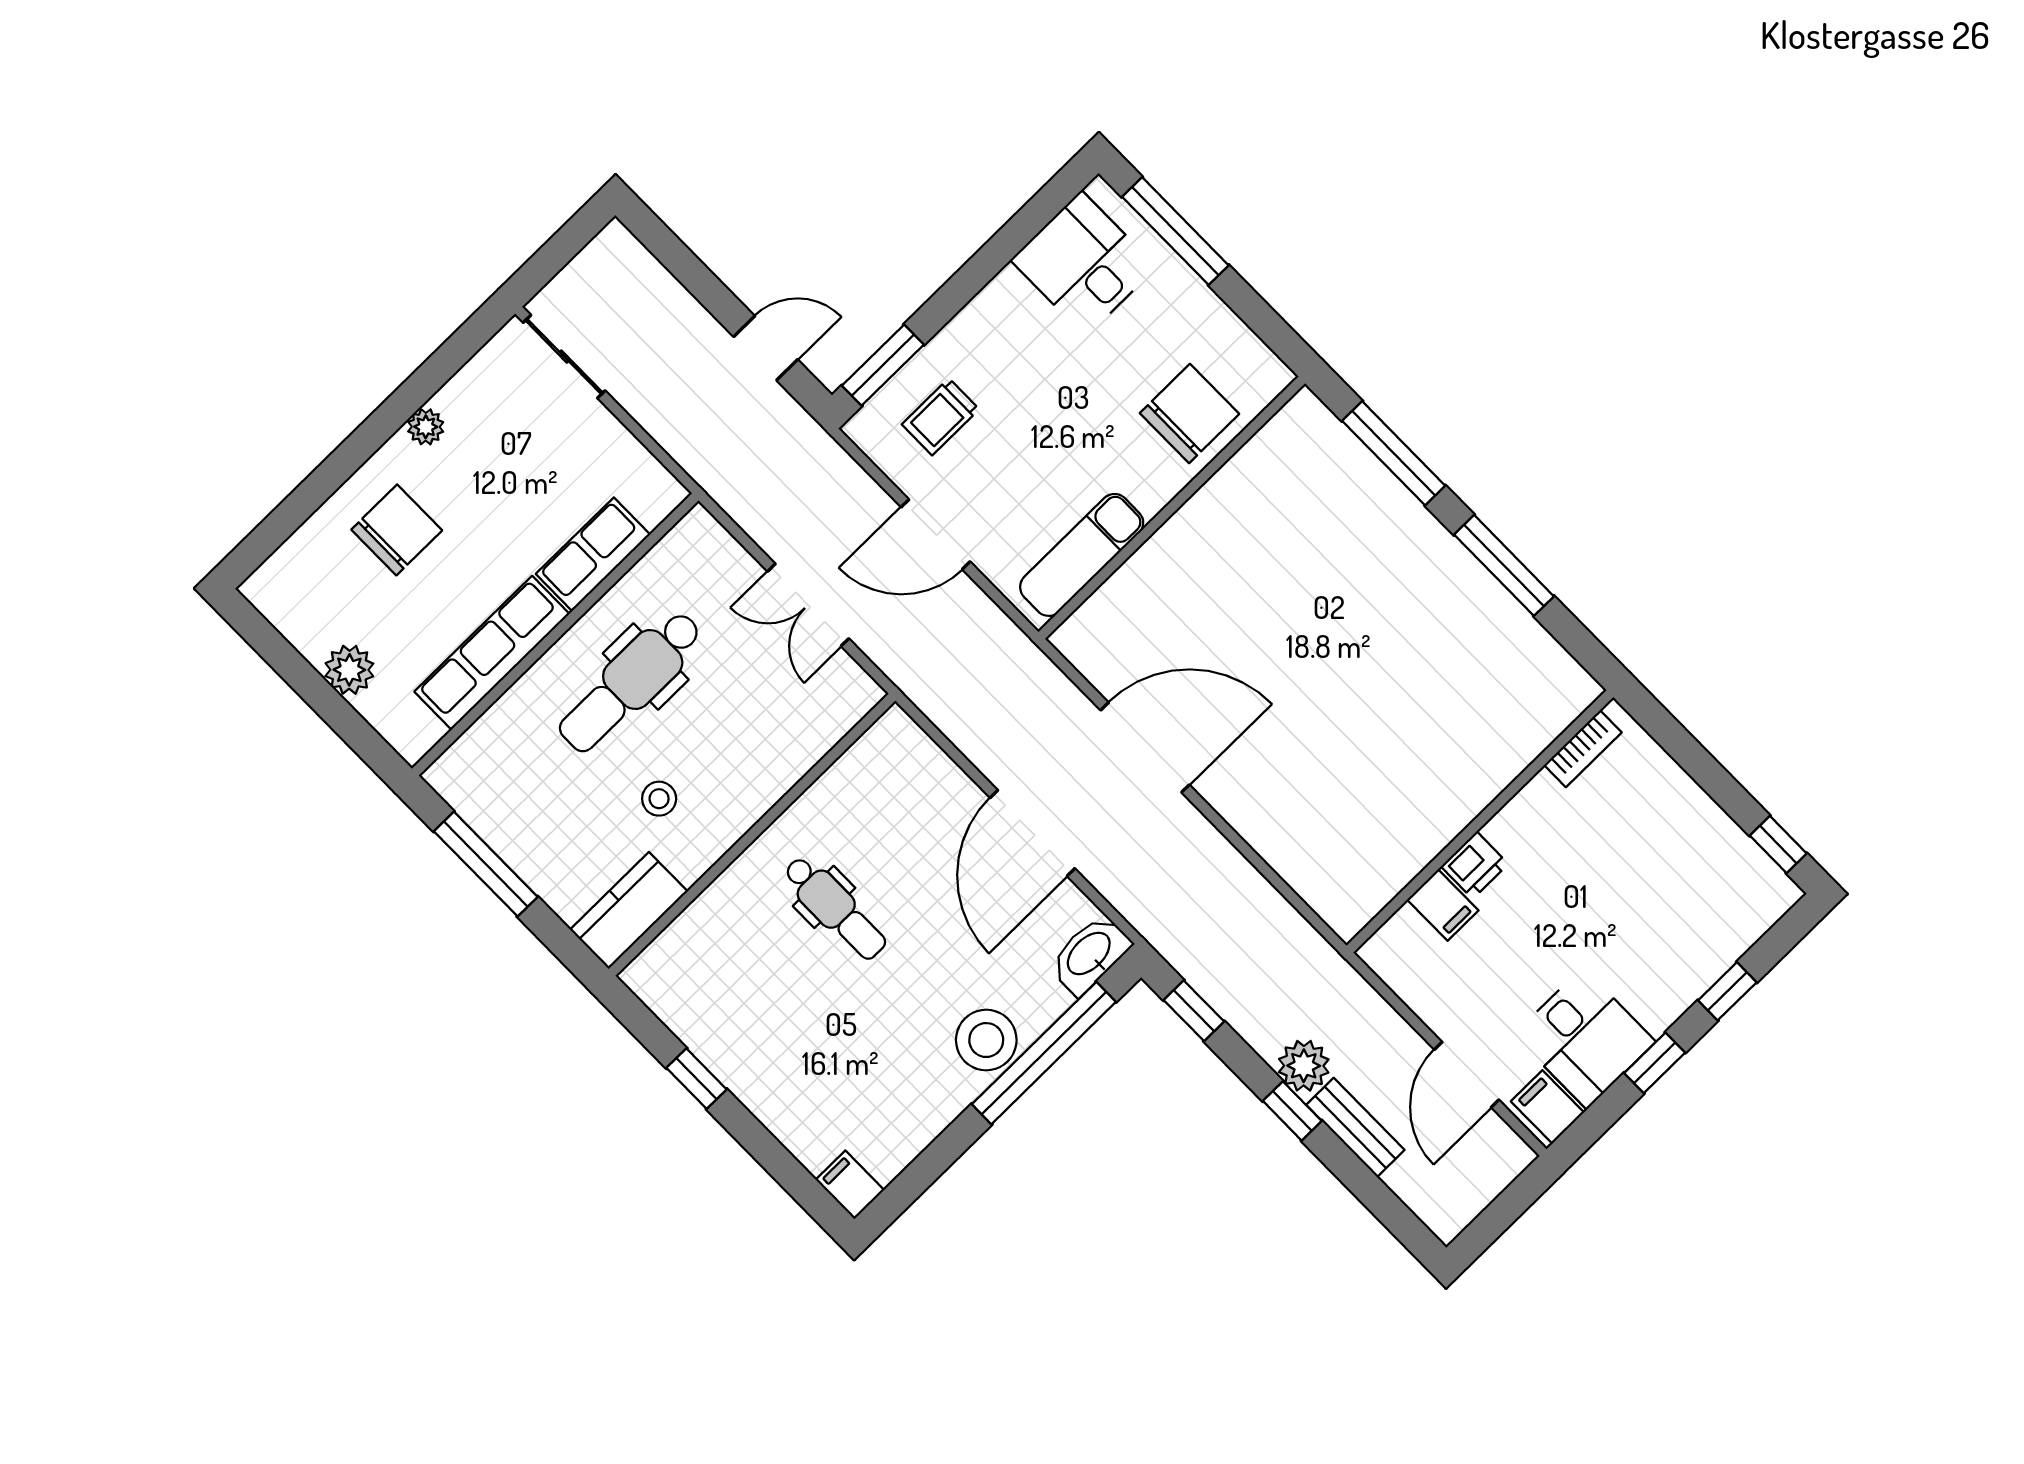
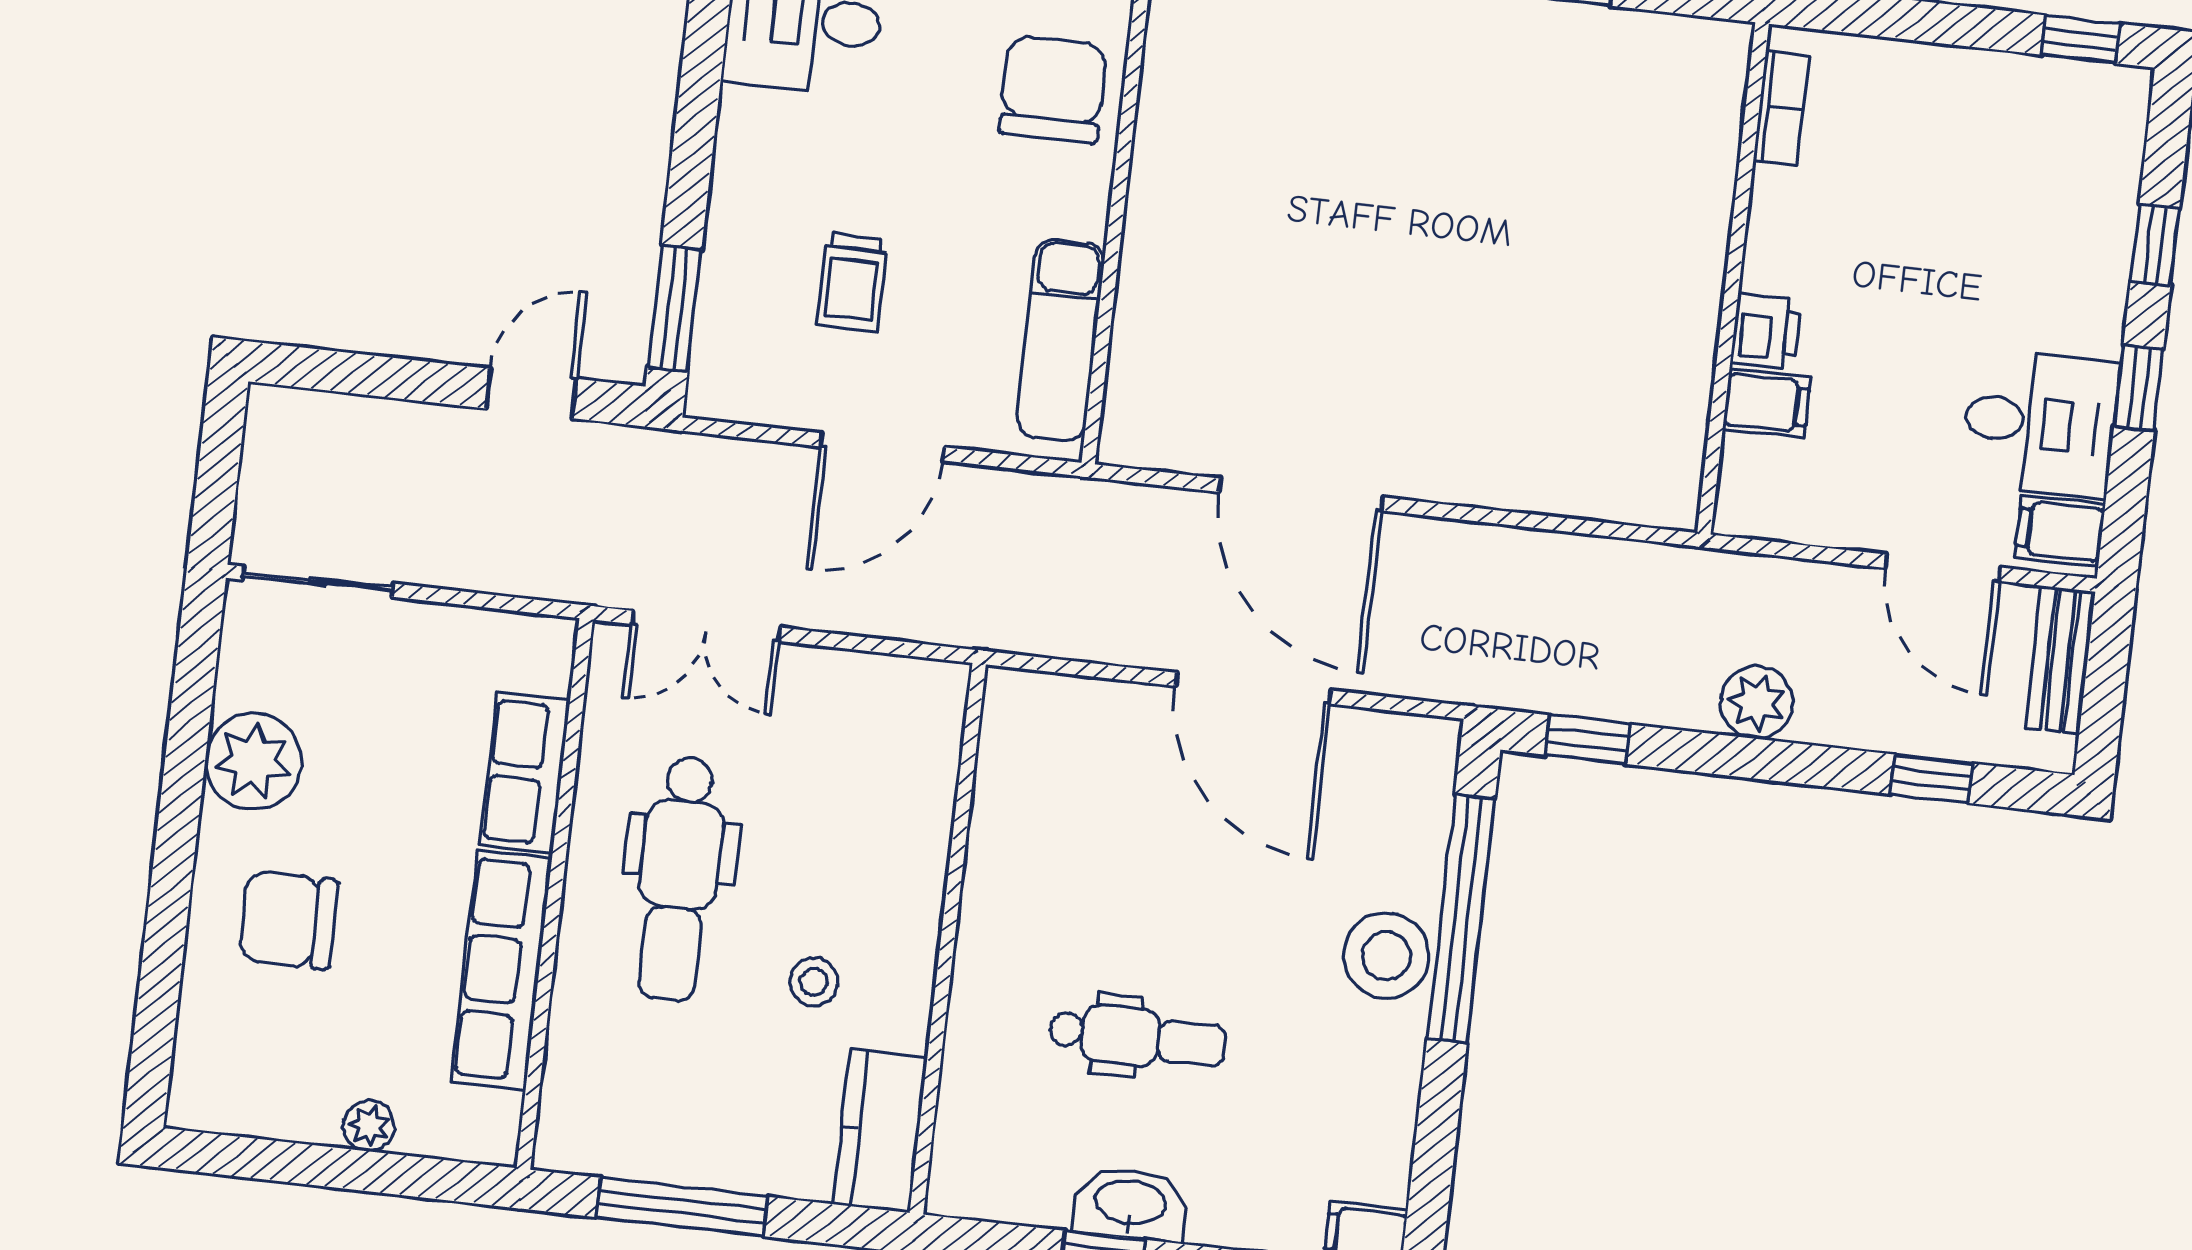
trolley: (940, 417) -> (852, 282), moved
plant: (426, 427) -> (253, 762), width x1.87, depth x1.87
chair: (397, 530) -> (288, 920), turned -90
double door: (808, 605) -> (706, 626), moved
plant: (349, 670) -> (369, 1126), width x0.73, depth x0.73
door: (1145, 747) -> (1301, 495), swing flipped
dental chair: (835, 908) -> (1138, 1037), moved
washbasin: (1090, 954) -> (1130, 1204), moved, turned 90
window: (1292, 1111) -> (1932, 779), moved
bench: (1355, 1127) -> (2060, 660), moved, turned 90

